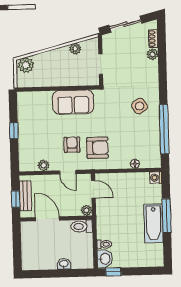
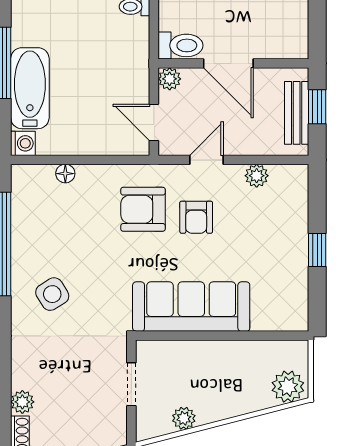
sofa: (73, 102) -> (191, 307), width x1.36
door: (68, 172) -> (207, 160), hinge flipped
door: (47, 219) -> (228, 63), moved
bathtub: (154, 223) -> (30, 88), moved

